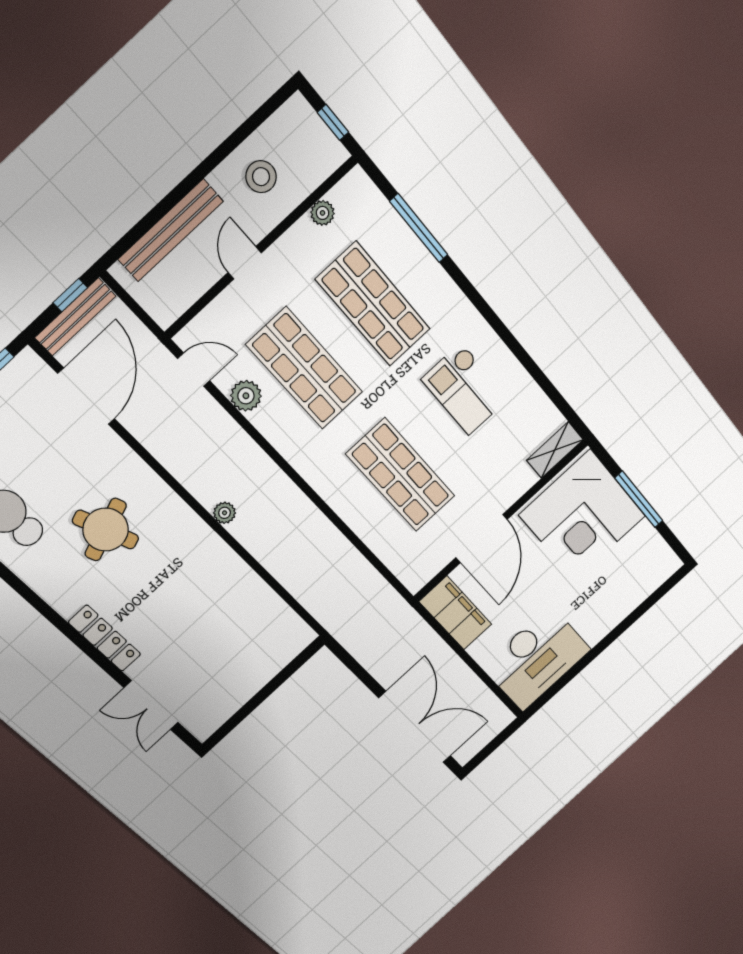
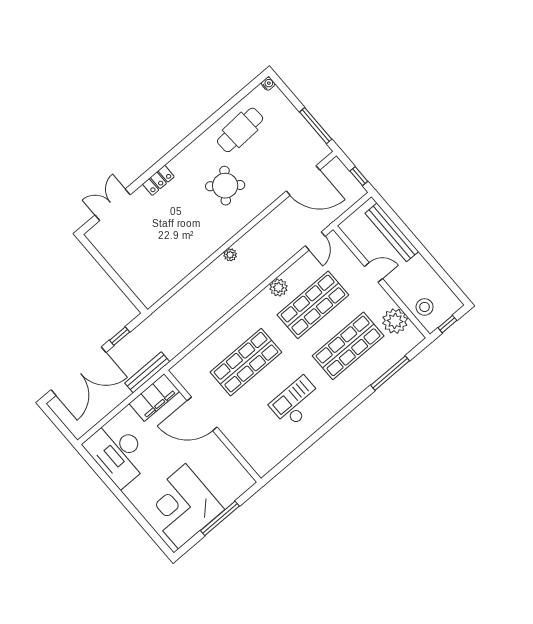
stool: (261, 177) -> (425, 307), moved
plant: (323, 213) -> (395, 321), width x1.87, depth x1.87
bench: (75, 317) -> (147, 372), moved, turned 90
plant: (246, 396) -> (278, 288), moved
shelving: (555, 450) -> (256, 460), removed
corner desk: (583, 515) -> (182, 506), moved
round table: (106, 530) -> (225, 186), turned -32
locker: (105, 638) -> (158, 180), width x0.66
window: (361, 673) -> (120, 336), added

